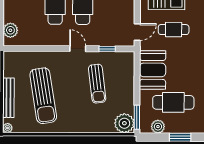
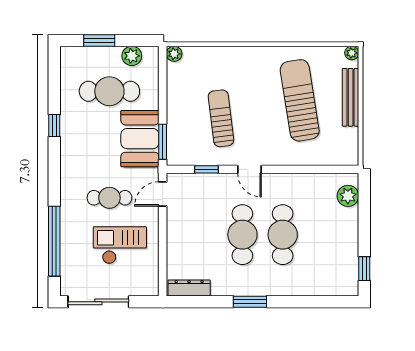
window: (137, 117) -> (163, 142), moved
plant: (124, 123) -> (174, 54), width x0.53, depth x0.53

